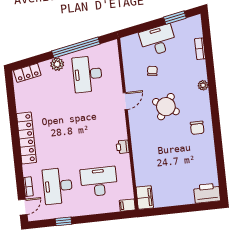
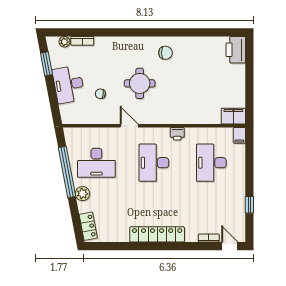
plant: (203, 85) -> (64, 42), moved
round table: (166, 107) -> (140, 83), turned -32
desk: (58, 186) -> (154, 163), moved, turned 90

